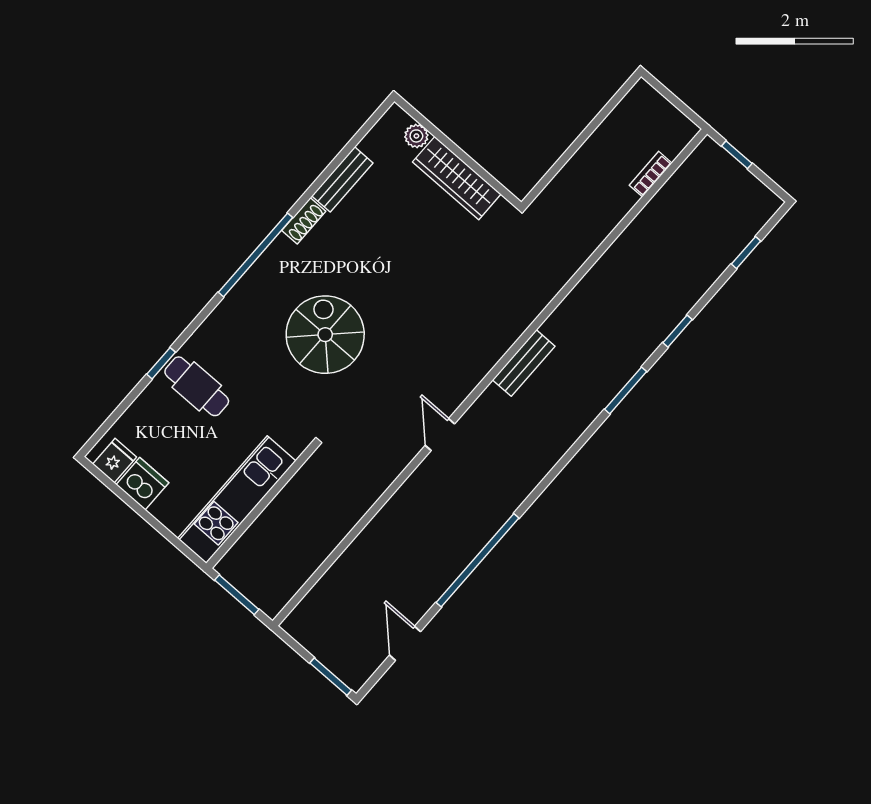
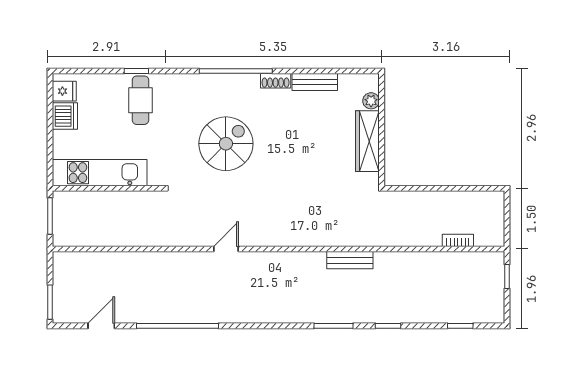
bench: (524, 363) -> (350, 260), moved

